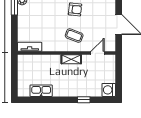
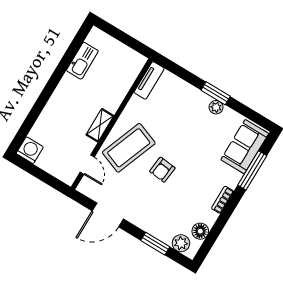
coffee table: (74, 36) -> (129, 148), width x1.86, depth x1.72
window: (84, 100) -> (37, 109), removed

